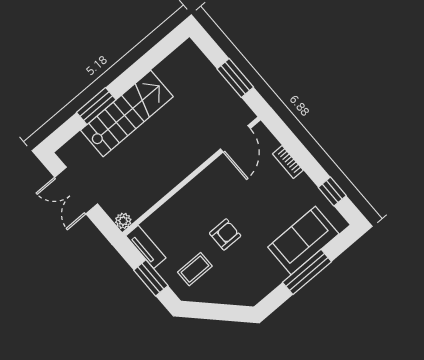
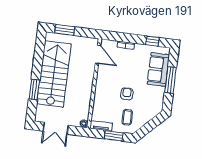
window: (235, 78) -> (65, 30), moved
stairs: (127, 113) -> (54, 74), width x1.36, depth x1.51

